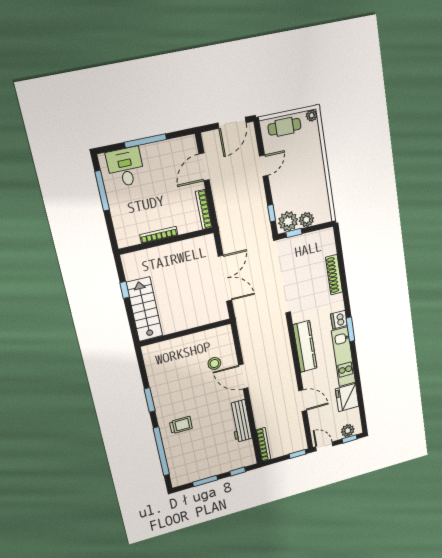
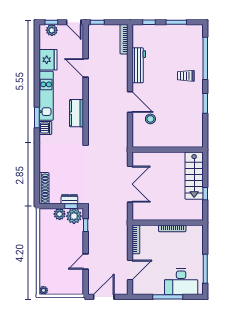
cafe table: (284, 127) -> (65, 286), removed
desk: (125, 167) -> (181, 282), width x1.37
dresser: (297, 241) -> (69, 199), added
shoe rack: (334, 275) -> (44, 188), moved
double door: (225, 278) -> (130, 184), swing flipped
kitchen counter: (305, 347) -> (77, 113), width x0.67

